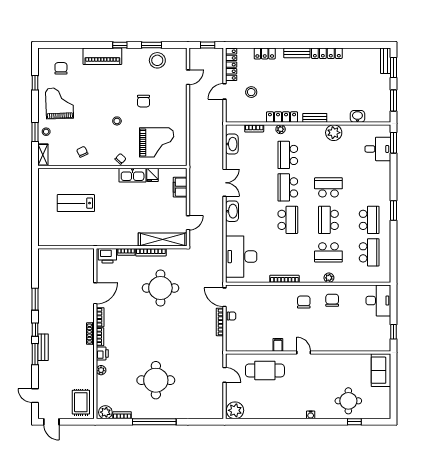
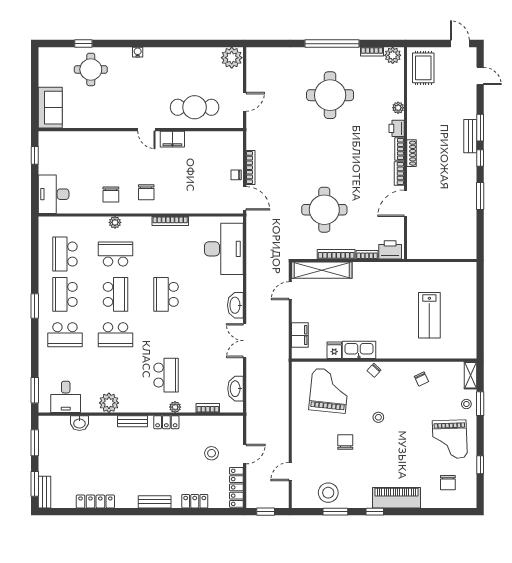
locker: (327, 53) -> (95, 501), moved
locker: (282, 117) -> (166, 422), width x0.66
grand piano: (157, 142) -> (329, 391), turned 96
desk: (378, 149) -> (66, 397), moved, turned -90
school desk: (288, 187) -> (65, 335), moved, turned 90
lab bench: (76, 203) -> (429, 315), turned 90
filing cabinet: (278, 345) -> (172, 139), width x2.00
door: (225, 375) -> (245, 102), swing flipped

